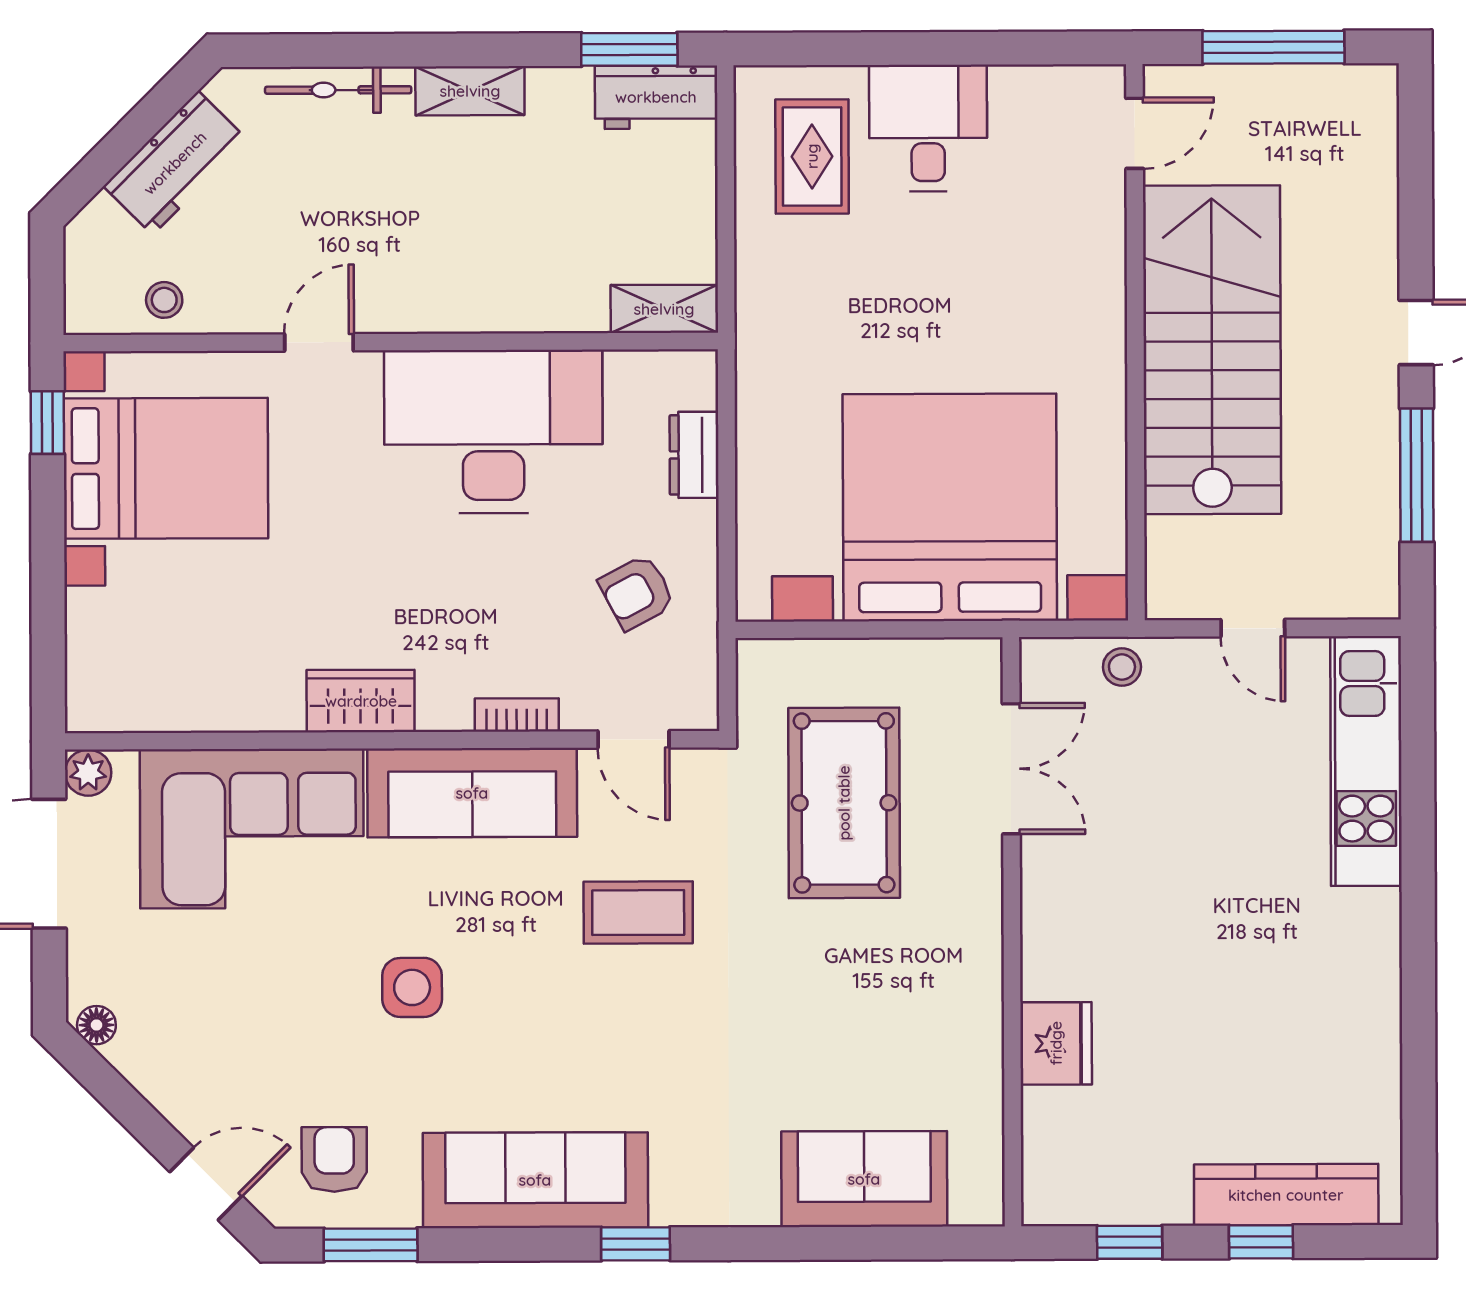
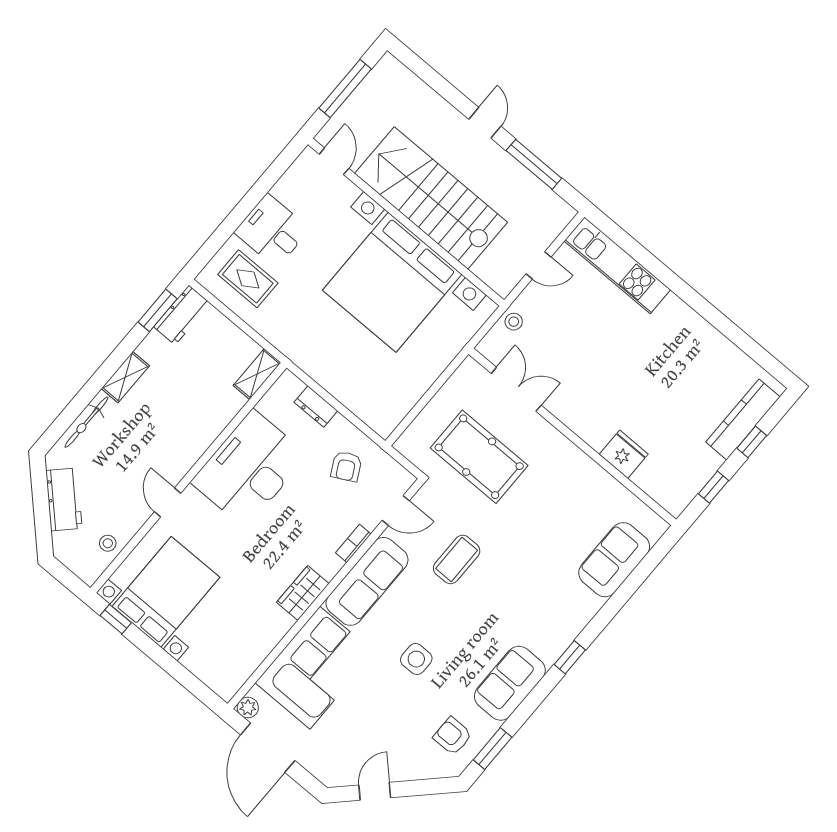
bed with nightstands: (950, 507) -> (392, 282), moved, turned -90
floor lamp: (96, 1025) -> (337, 778), removed
sofa: (535, 1180) -> (510, 683), width x0.73
door: (206, 1184) -> (375, 791), moved

